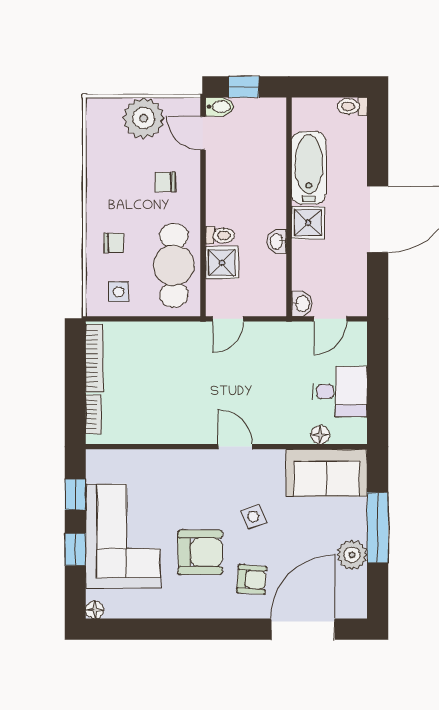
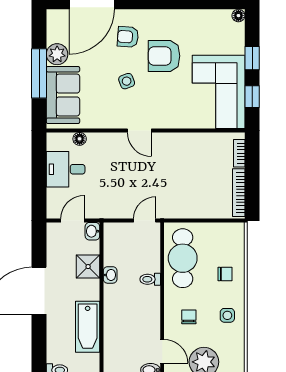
chair: (165, 182) -> (189, 317), turned -90
shower: (308, 223) -> (88, 267), moved
chair: (114, 243) -> (225, 274), turned 180
shower: (222, 263) -> (149, 260), removed
side table: (118, 292) -> (227, 315), moved
sofa: (327, 473) -> (63, 95), moved, turned 90
corner sofa: (123, 536) -> (219, 92), moved

